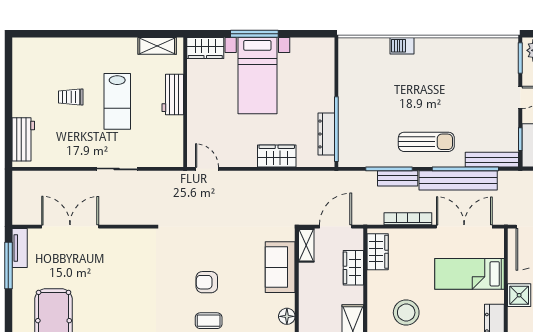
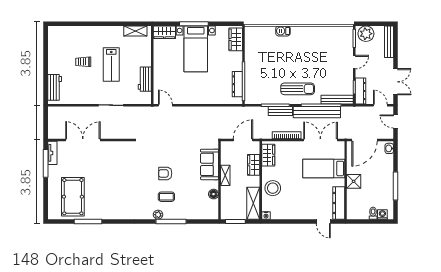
workbench: (173, 95) -> (145, 79), moved
wardrobe: (277, 156) -> (236, 39), moved, turned -90
shelving: (306, 245) -> (225, 175), moved
stool: (406, 313) -> (273, 188), moved

